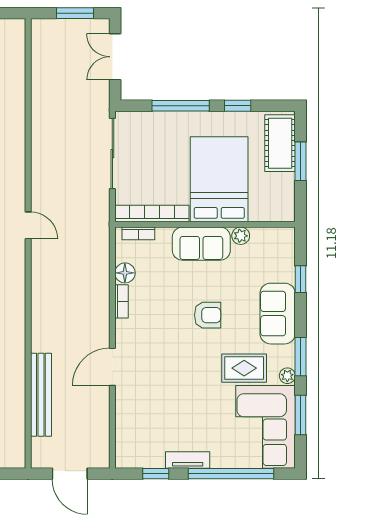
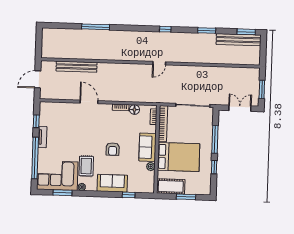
cot: (280, 143) -> (171, 186), moved
window: (301, 357) -> (91, 194), removed

